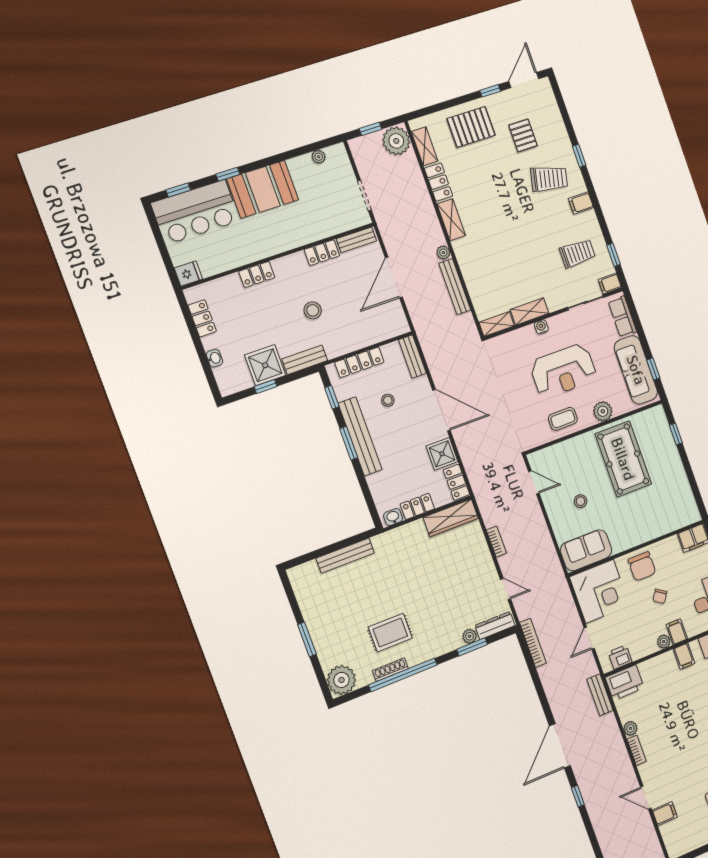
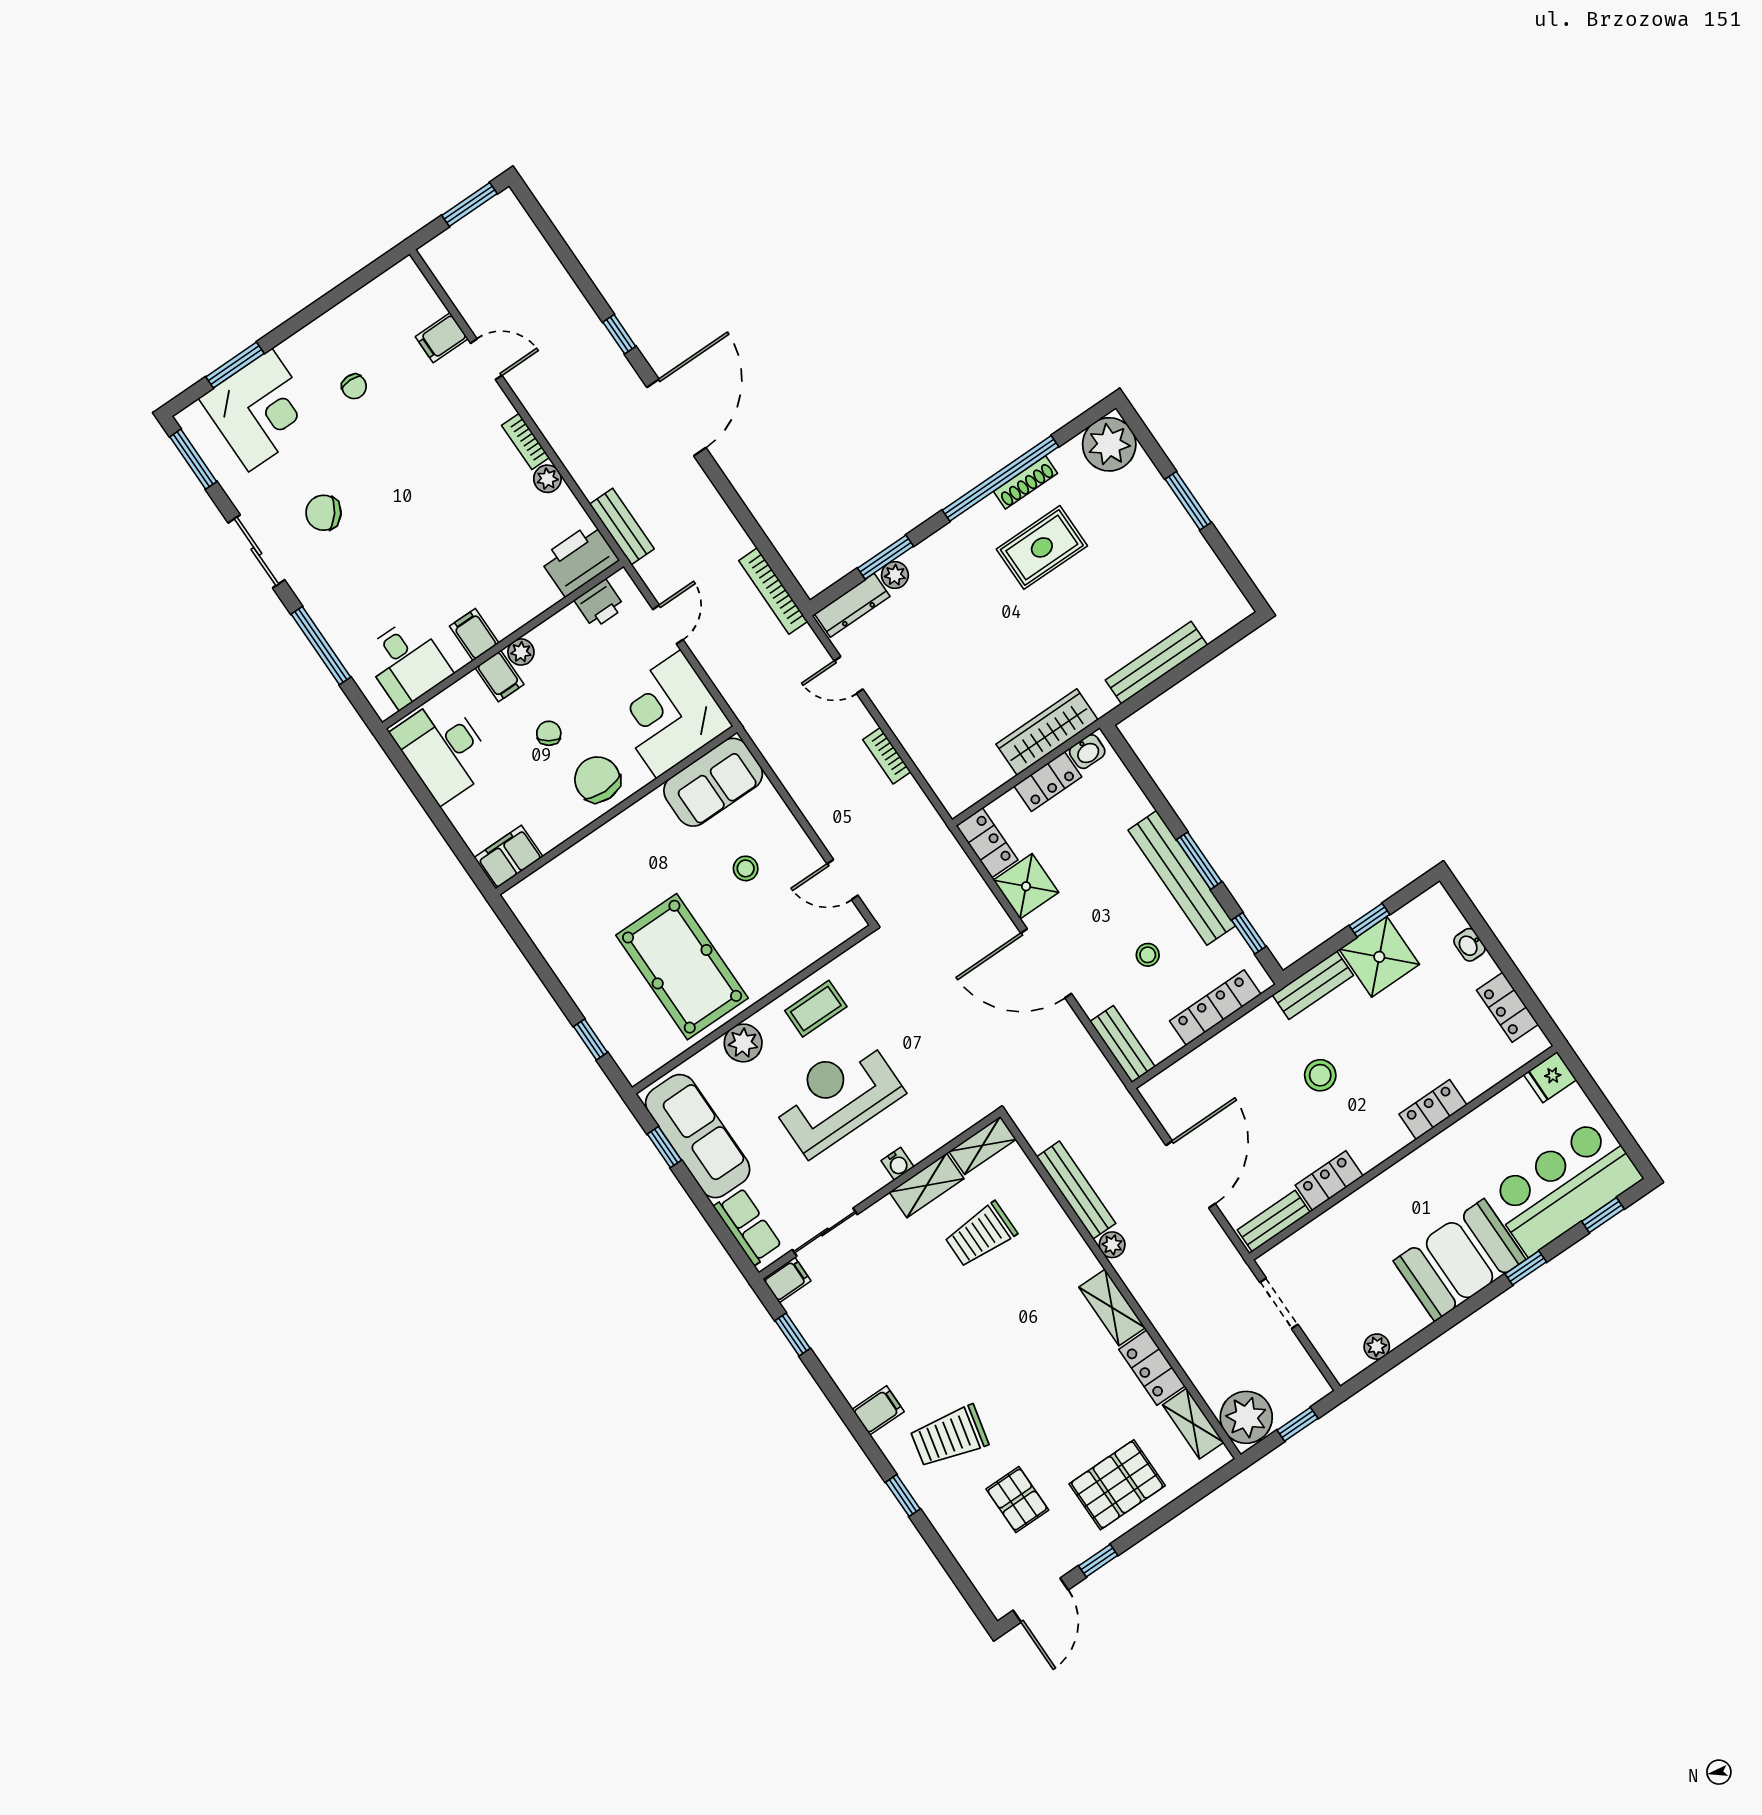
trolley: (577, 253) -> (981, 1235), moved
wardrobe: (451, 518) -> (1047, 732), moved

